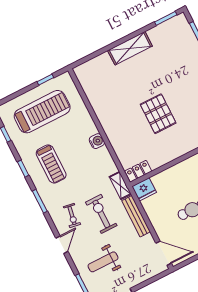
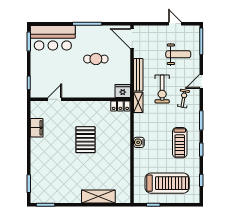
shelving: (130, 48) -> (98, 196), moved
treadmill: (42, 112) -> (167, 183), turned 180
treadmill: (51, 164) -> (180, 143), turned 180

